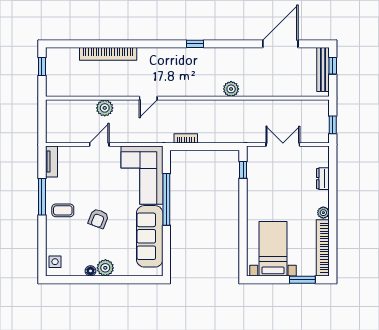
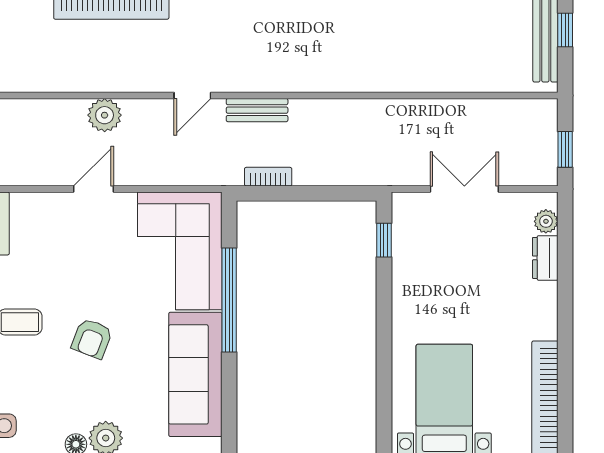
plant: (231, 89) -> (360, 77), removed
bench: (180, 105) -> (257, 110), added
plant: (323, 213) -> (546, 221), moved

